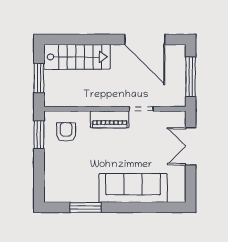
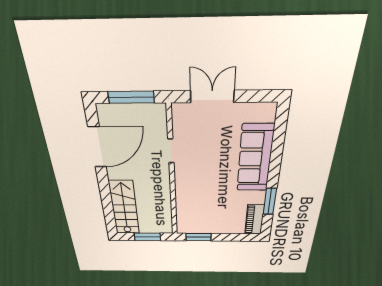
piano: (110, 119) -> (254, 220), moved, turned 180
armchair: (66, 132) -> (196, 217), removed
double door: (191, 146) -> (212, 96), swing flipped

